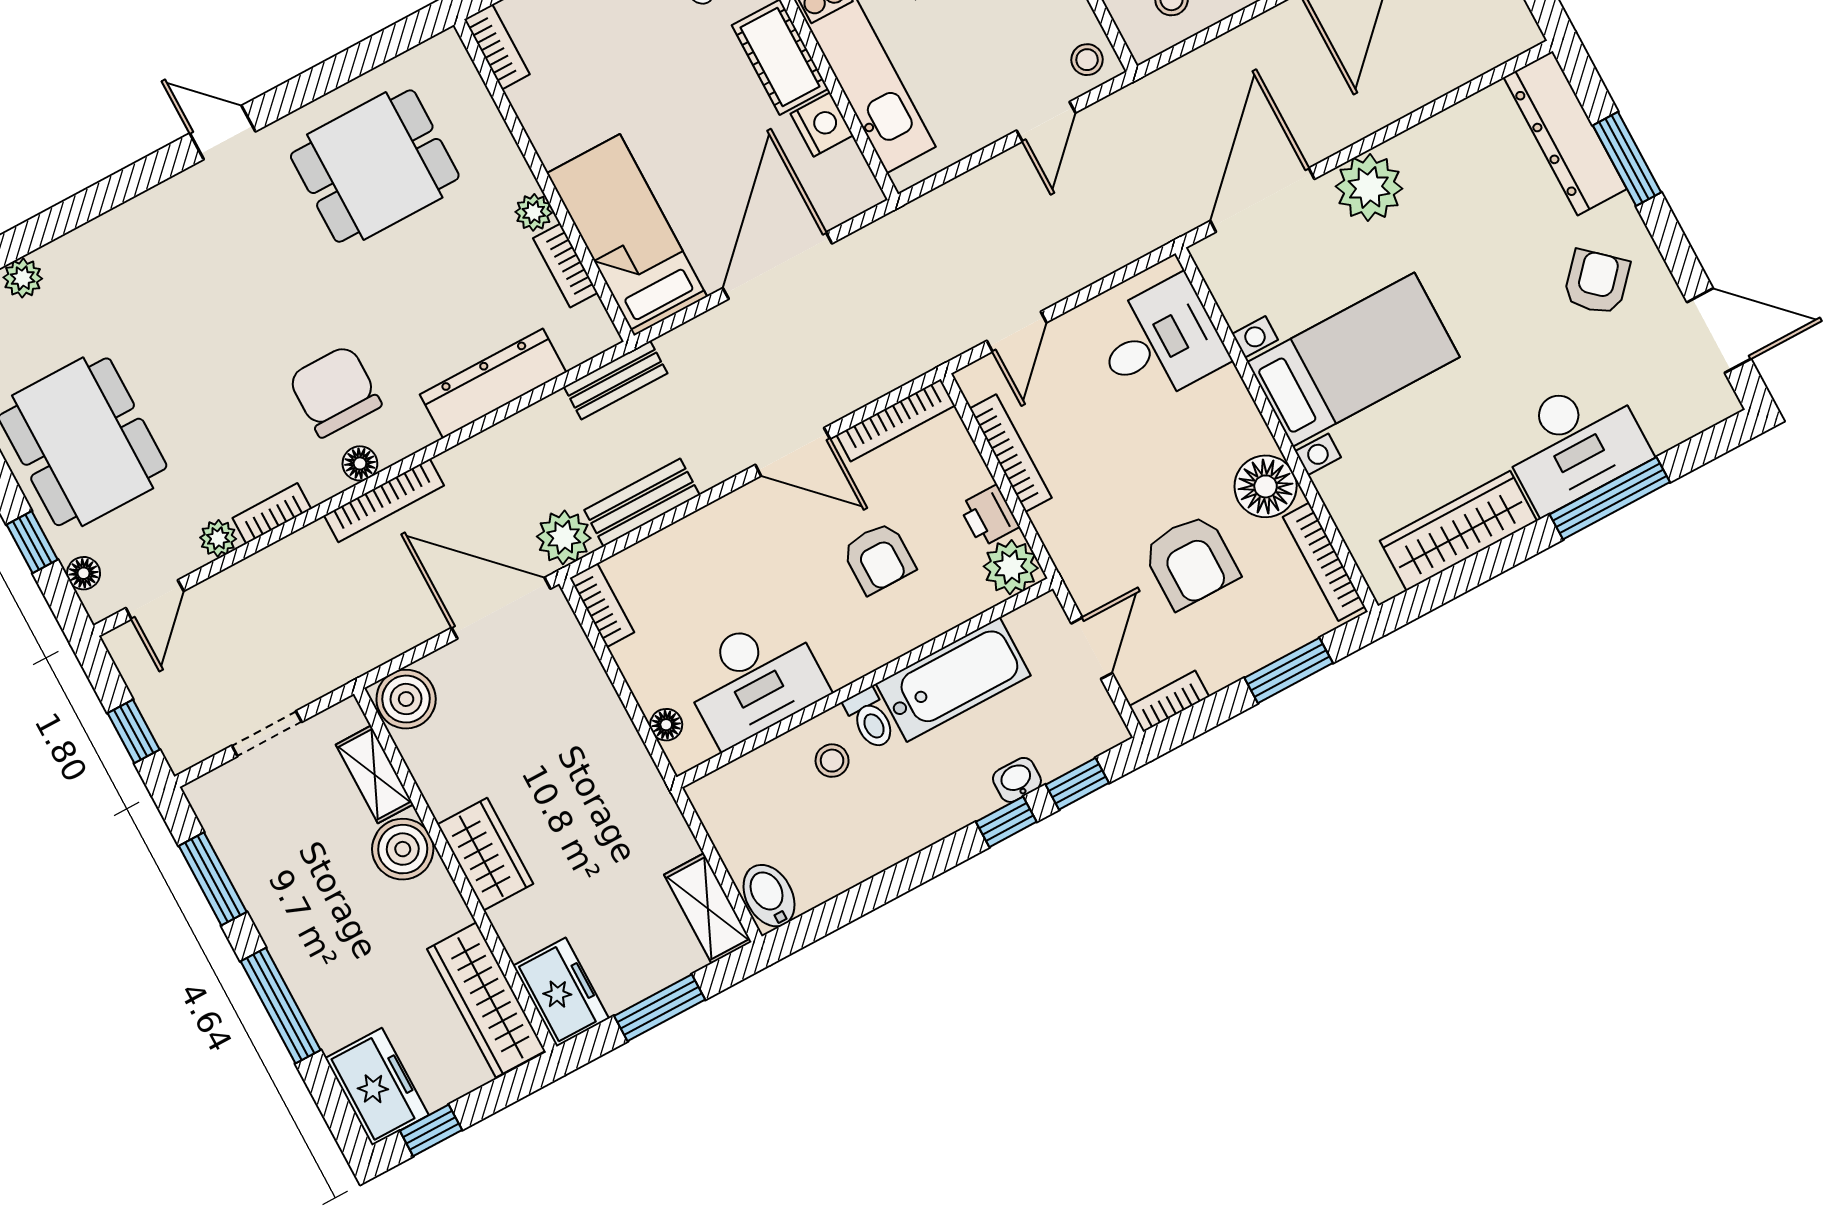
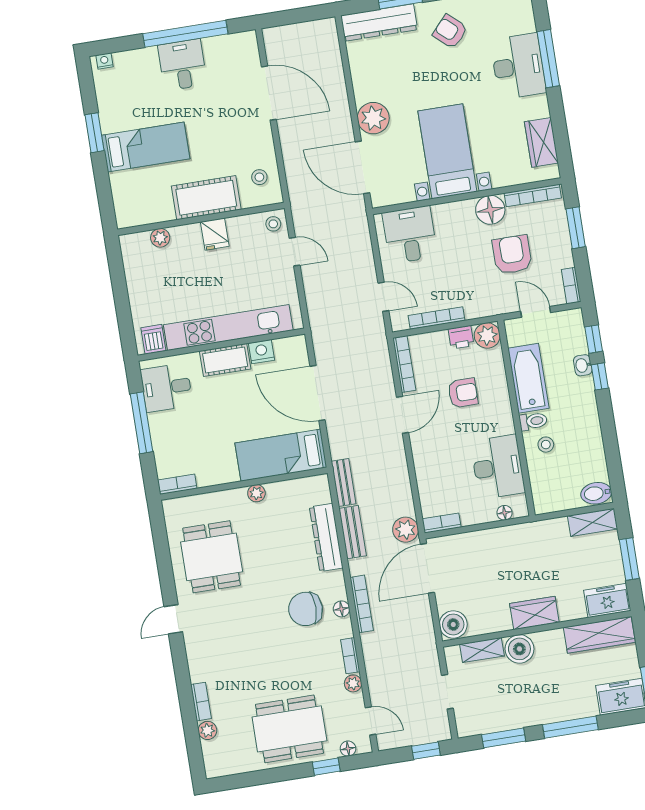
bookcase: (565, 265) -> (201, 702), moved, turned -90
bench: (642, 502) -> (353, 532), moved
wardrobe: (1458, 531) -> (541, 142), width x0.67
armchair: (1191, 561) -> (512, 255), turned -90

